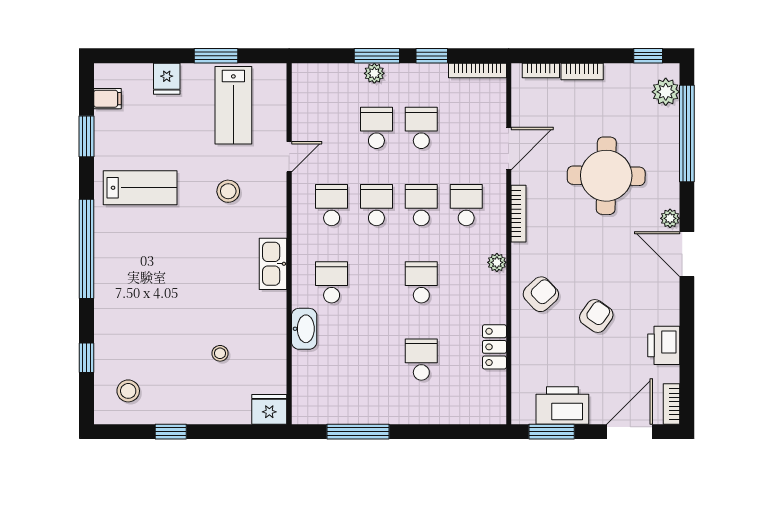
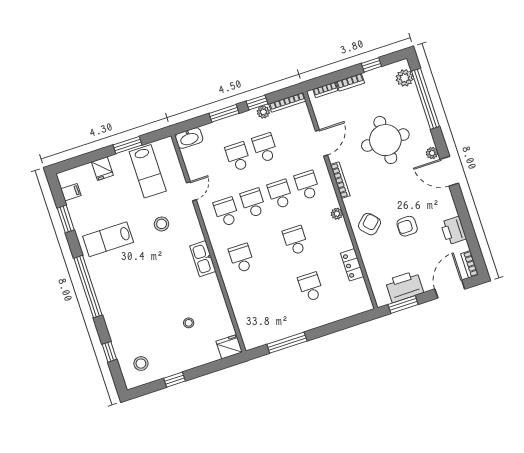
window: (648, 56) -> (371, 65), moved
plant: (374, 73) -> (263, 112), moved
lab bench: (140, 188) -> (108, 239), turned 180
armchair: (596, 316) -> (407, 226), turned -125
washbasin: (304, 329) -> (189, 138), moved, turned 90

